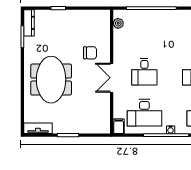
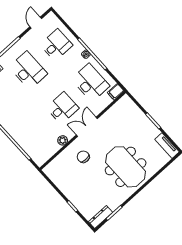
plant: (118, 23) -> (63, 140), moved
double door: (112, 78) -> (87, 127), swing flipped
meeting table: (51, 80) -> (126, 167), turned 90

